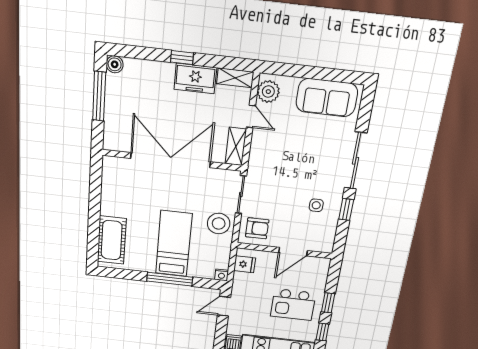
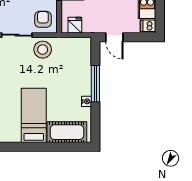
bed: (174, 244) -> (34, 115), moved, turned 90
nightstand: (222, 275) -> (86, 101), moved

